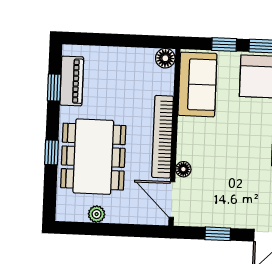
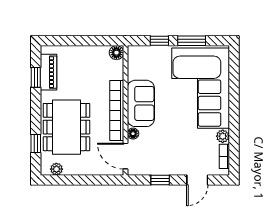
sofa: (197, 84) -> (141, 103), moved
window: (52, 152) -> (36, 143), moved
plant: (97, 214) -> (56, 169), moved

